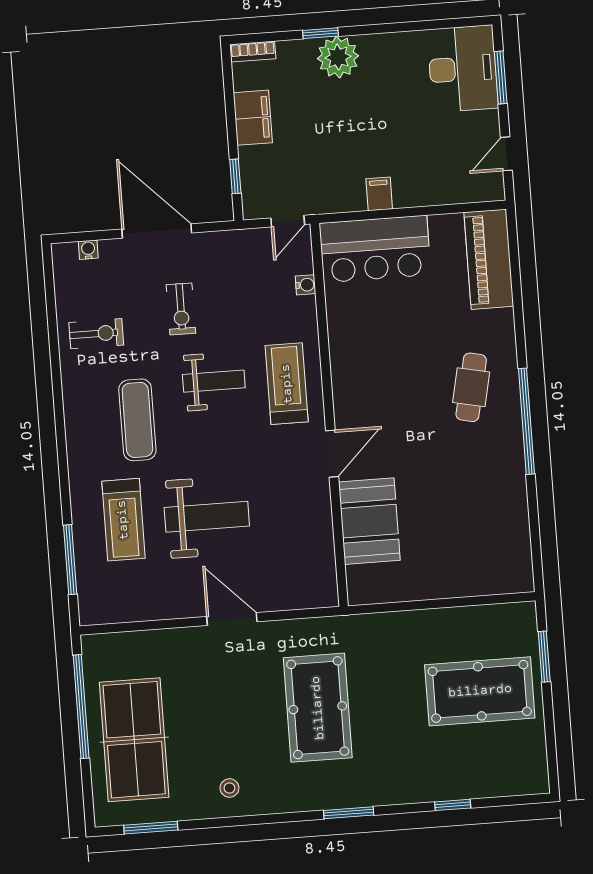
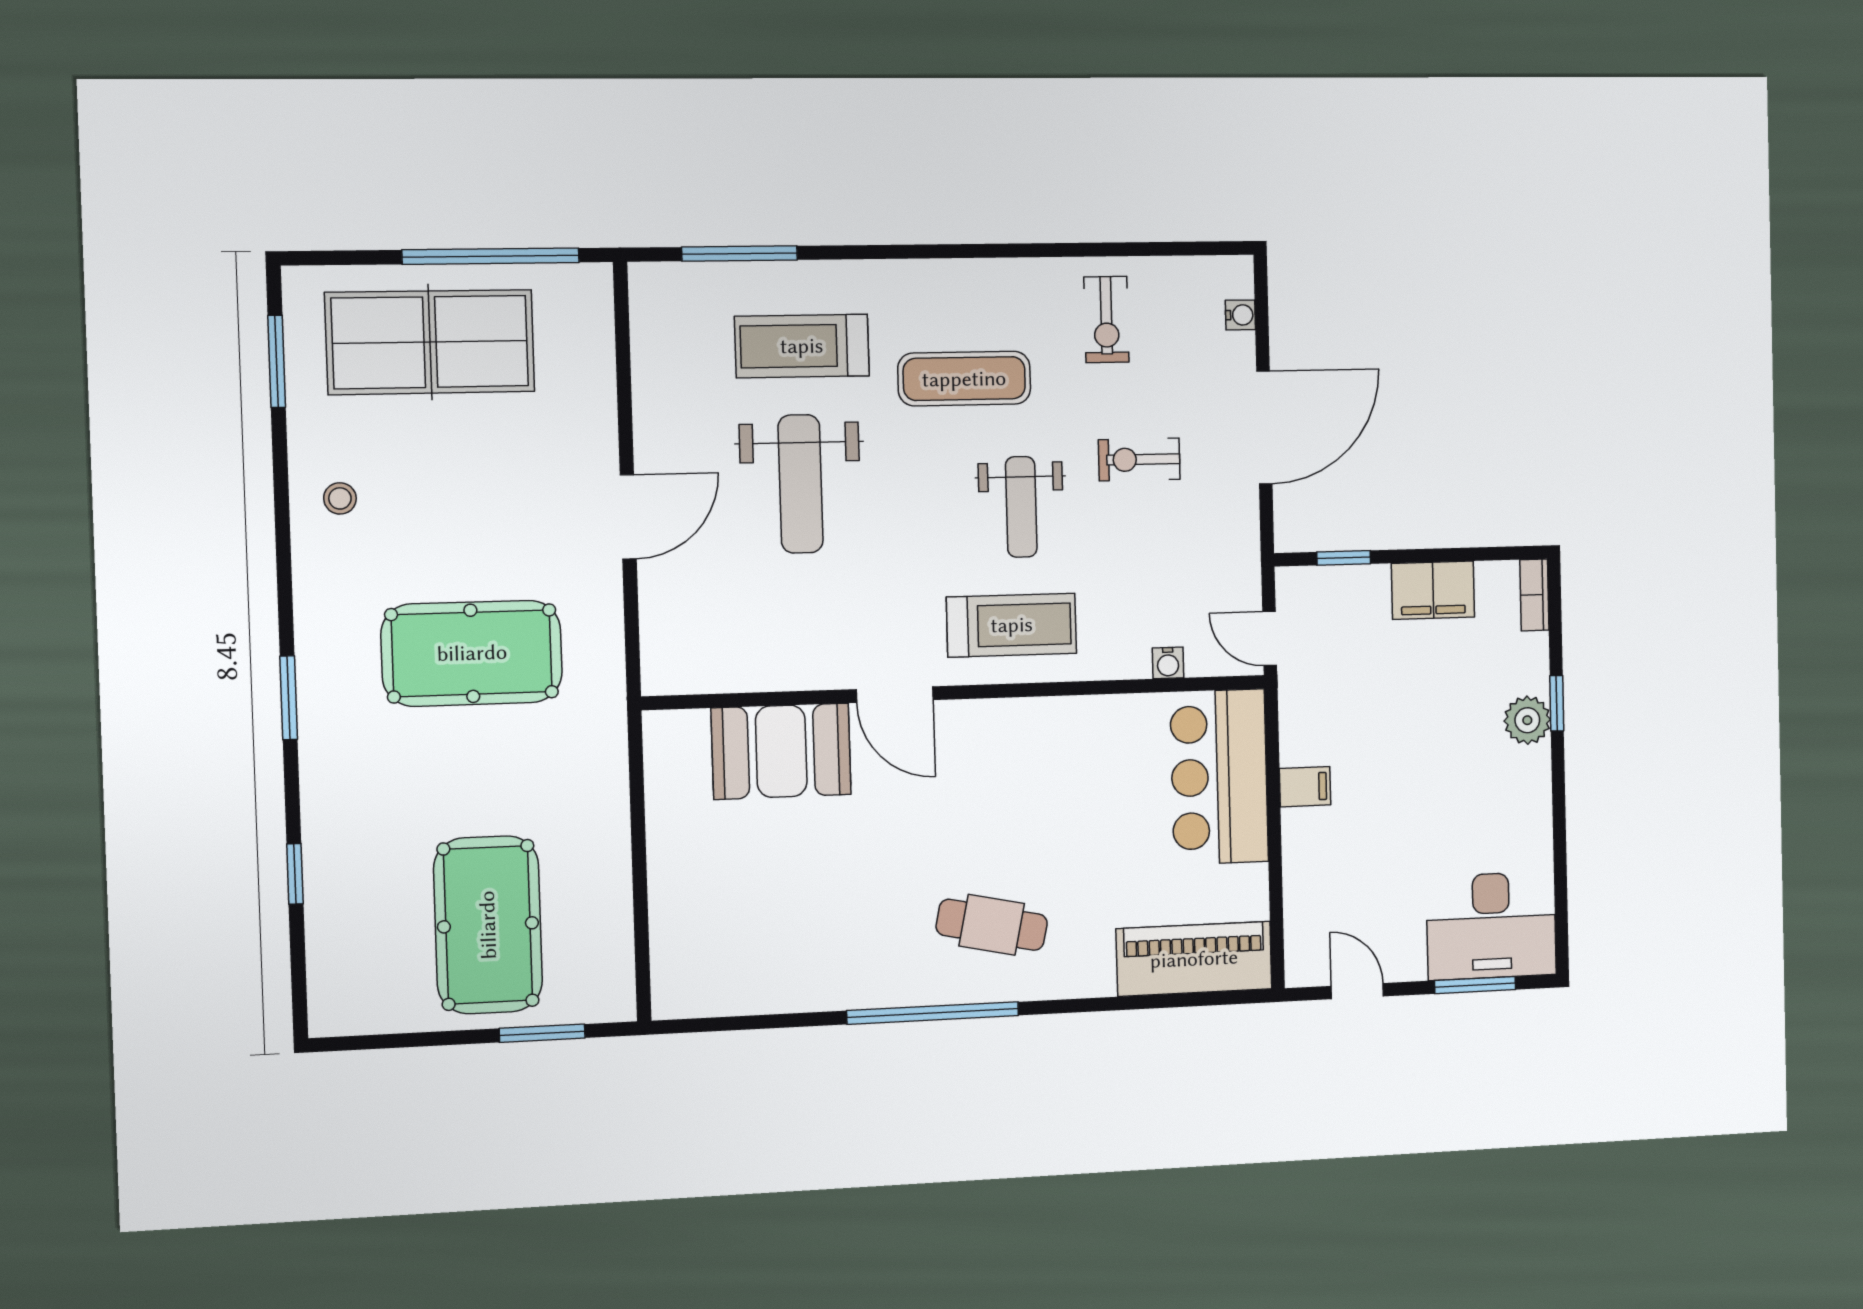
plant: (338, 57) -> (1527, 720), width x0.73, depth x0.73

